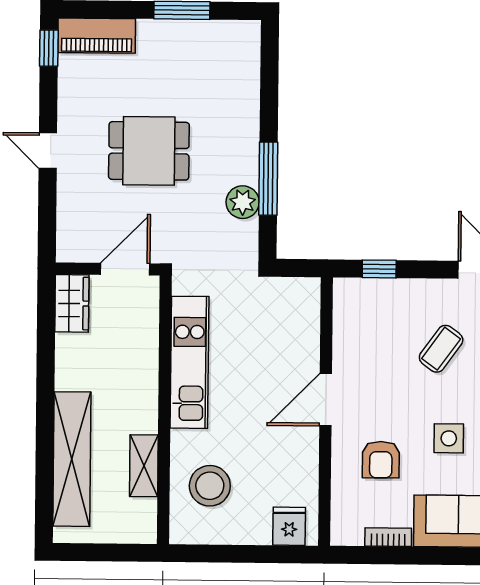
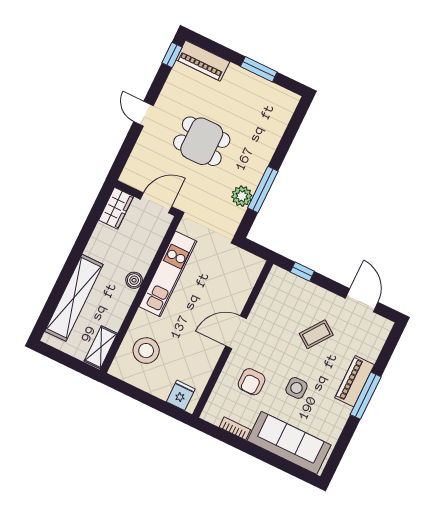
boiler: (146, 394) -> (134, 280), added
shelving: (144, 466) -> (101, 347), moved

